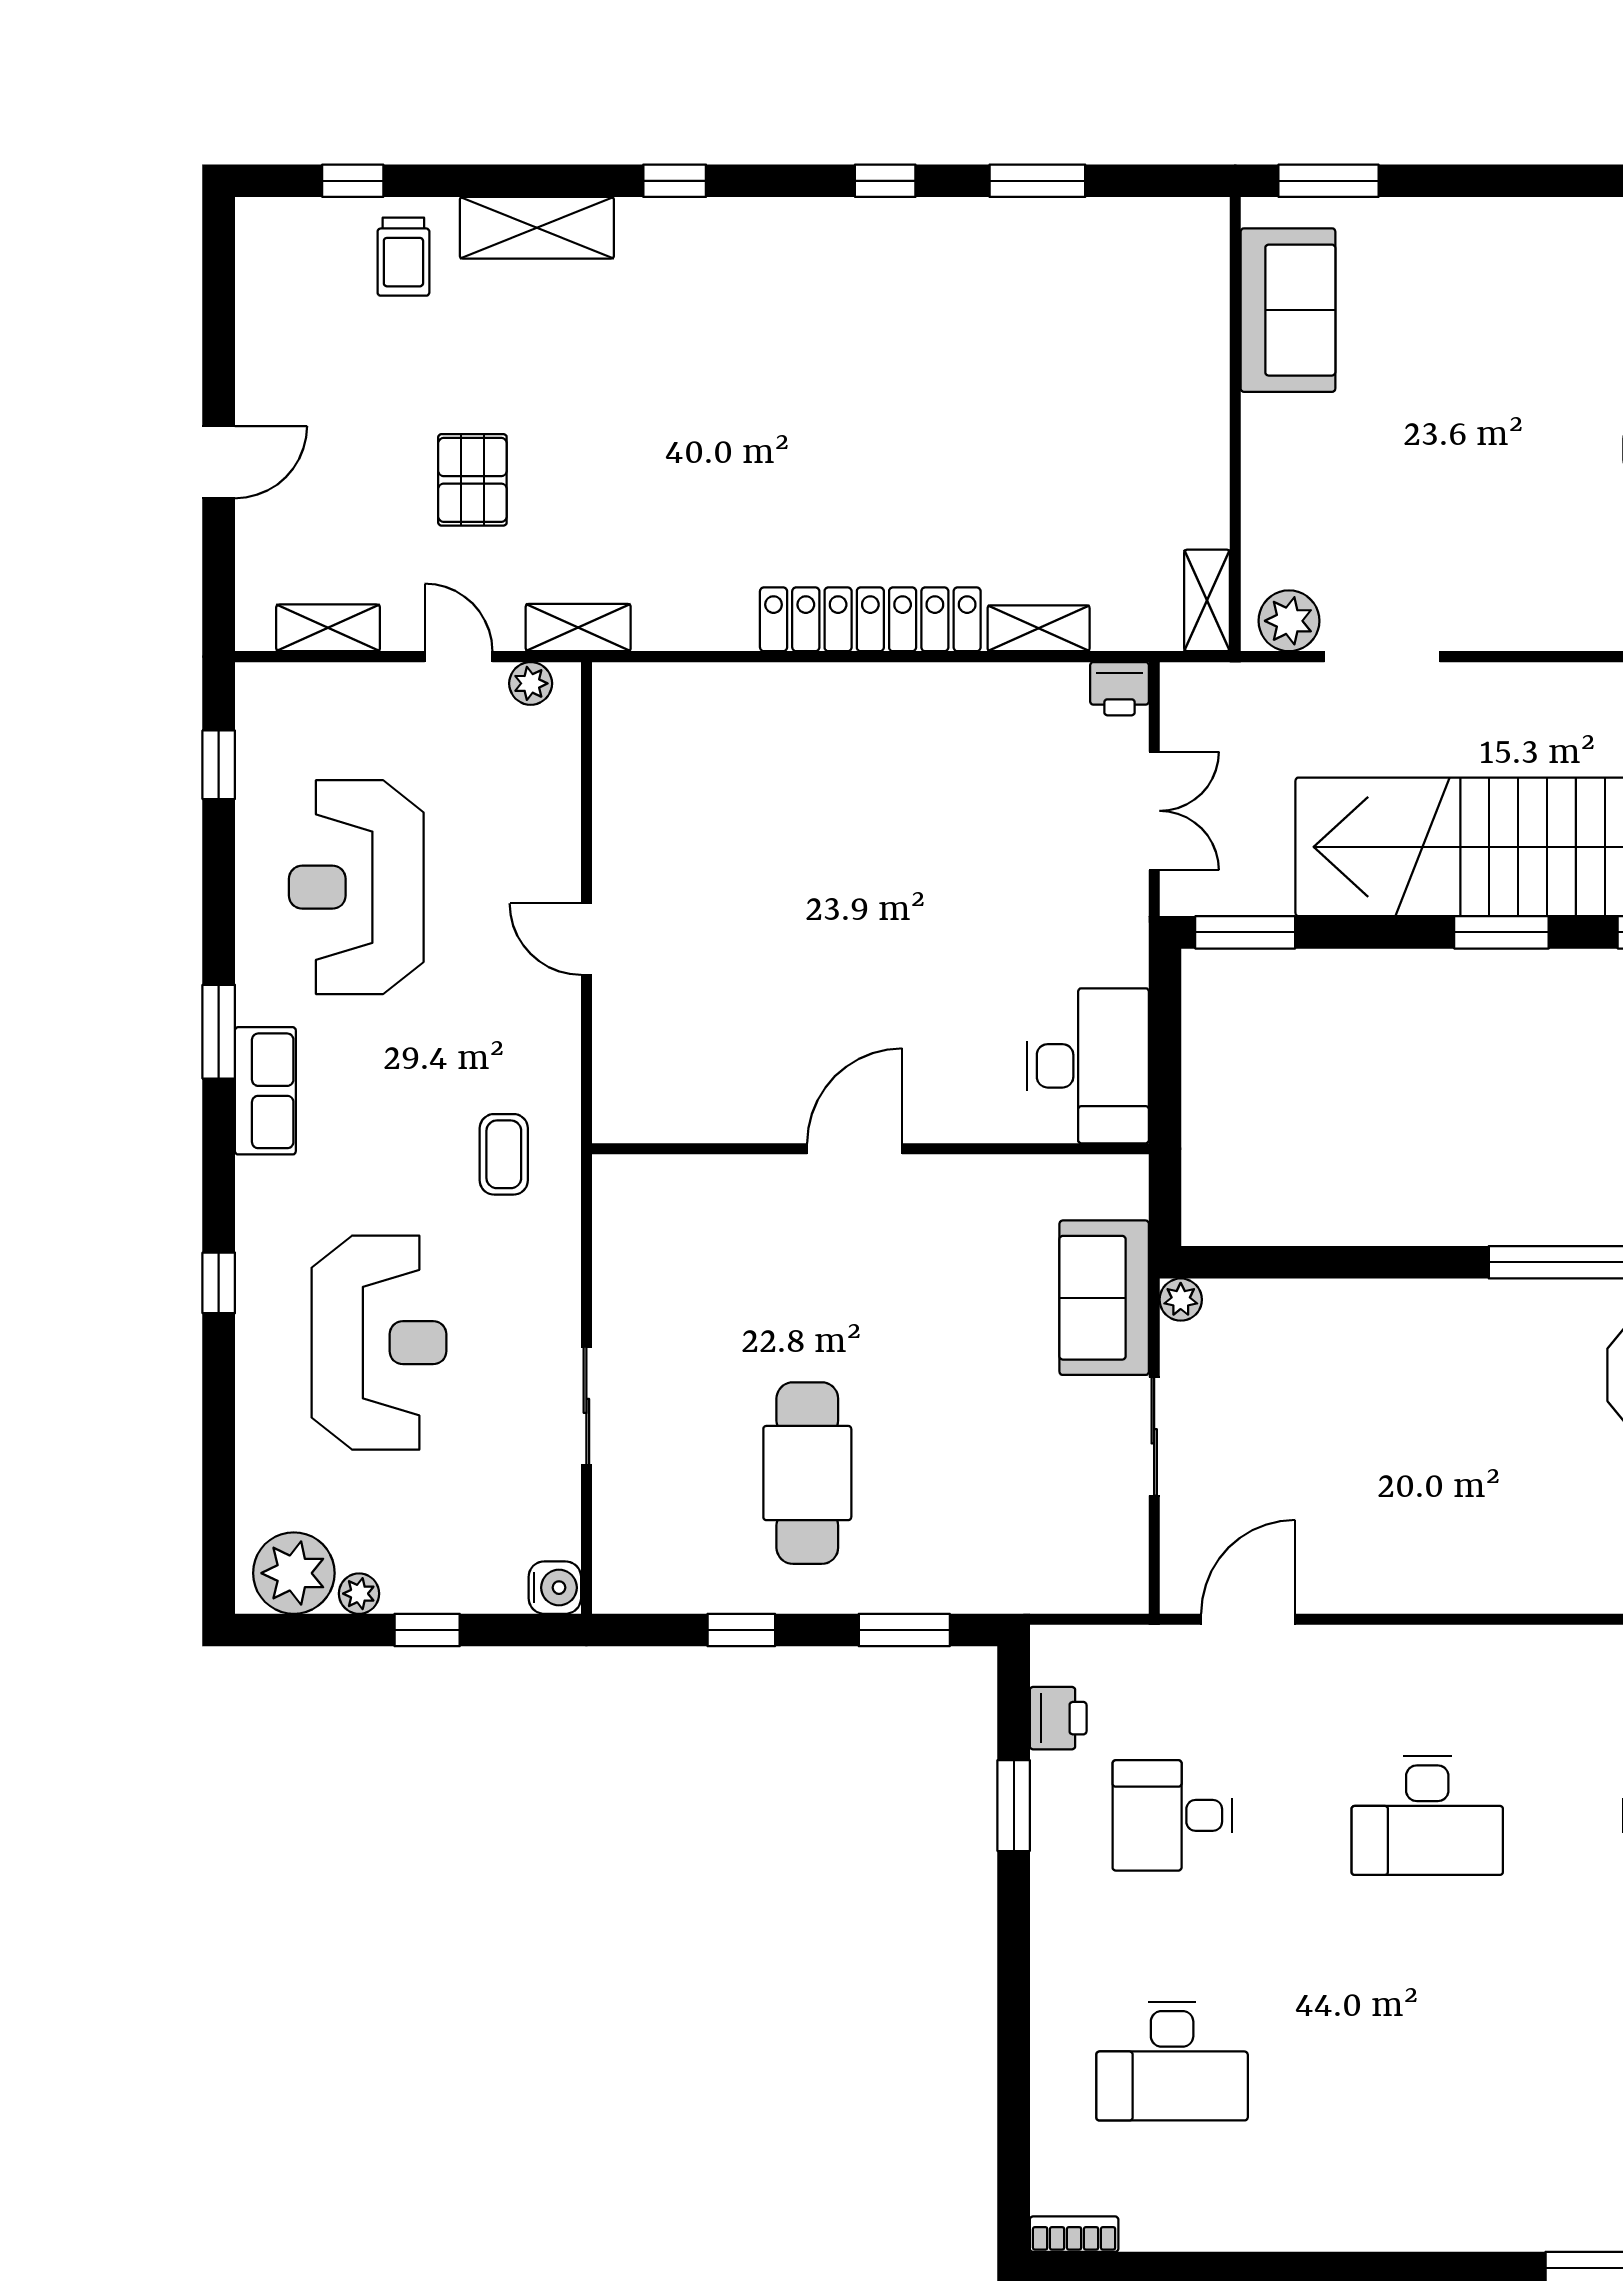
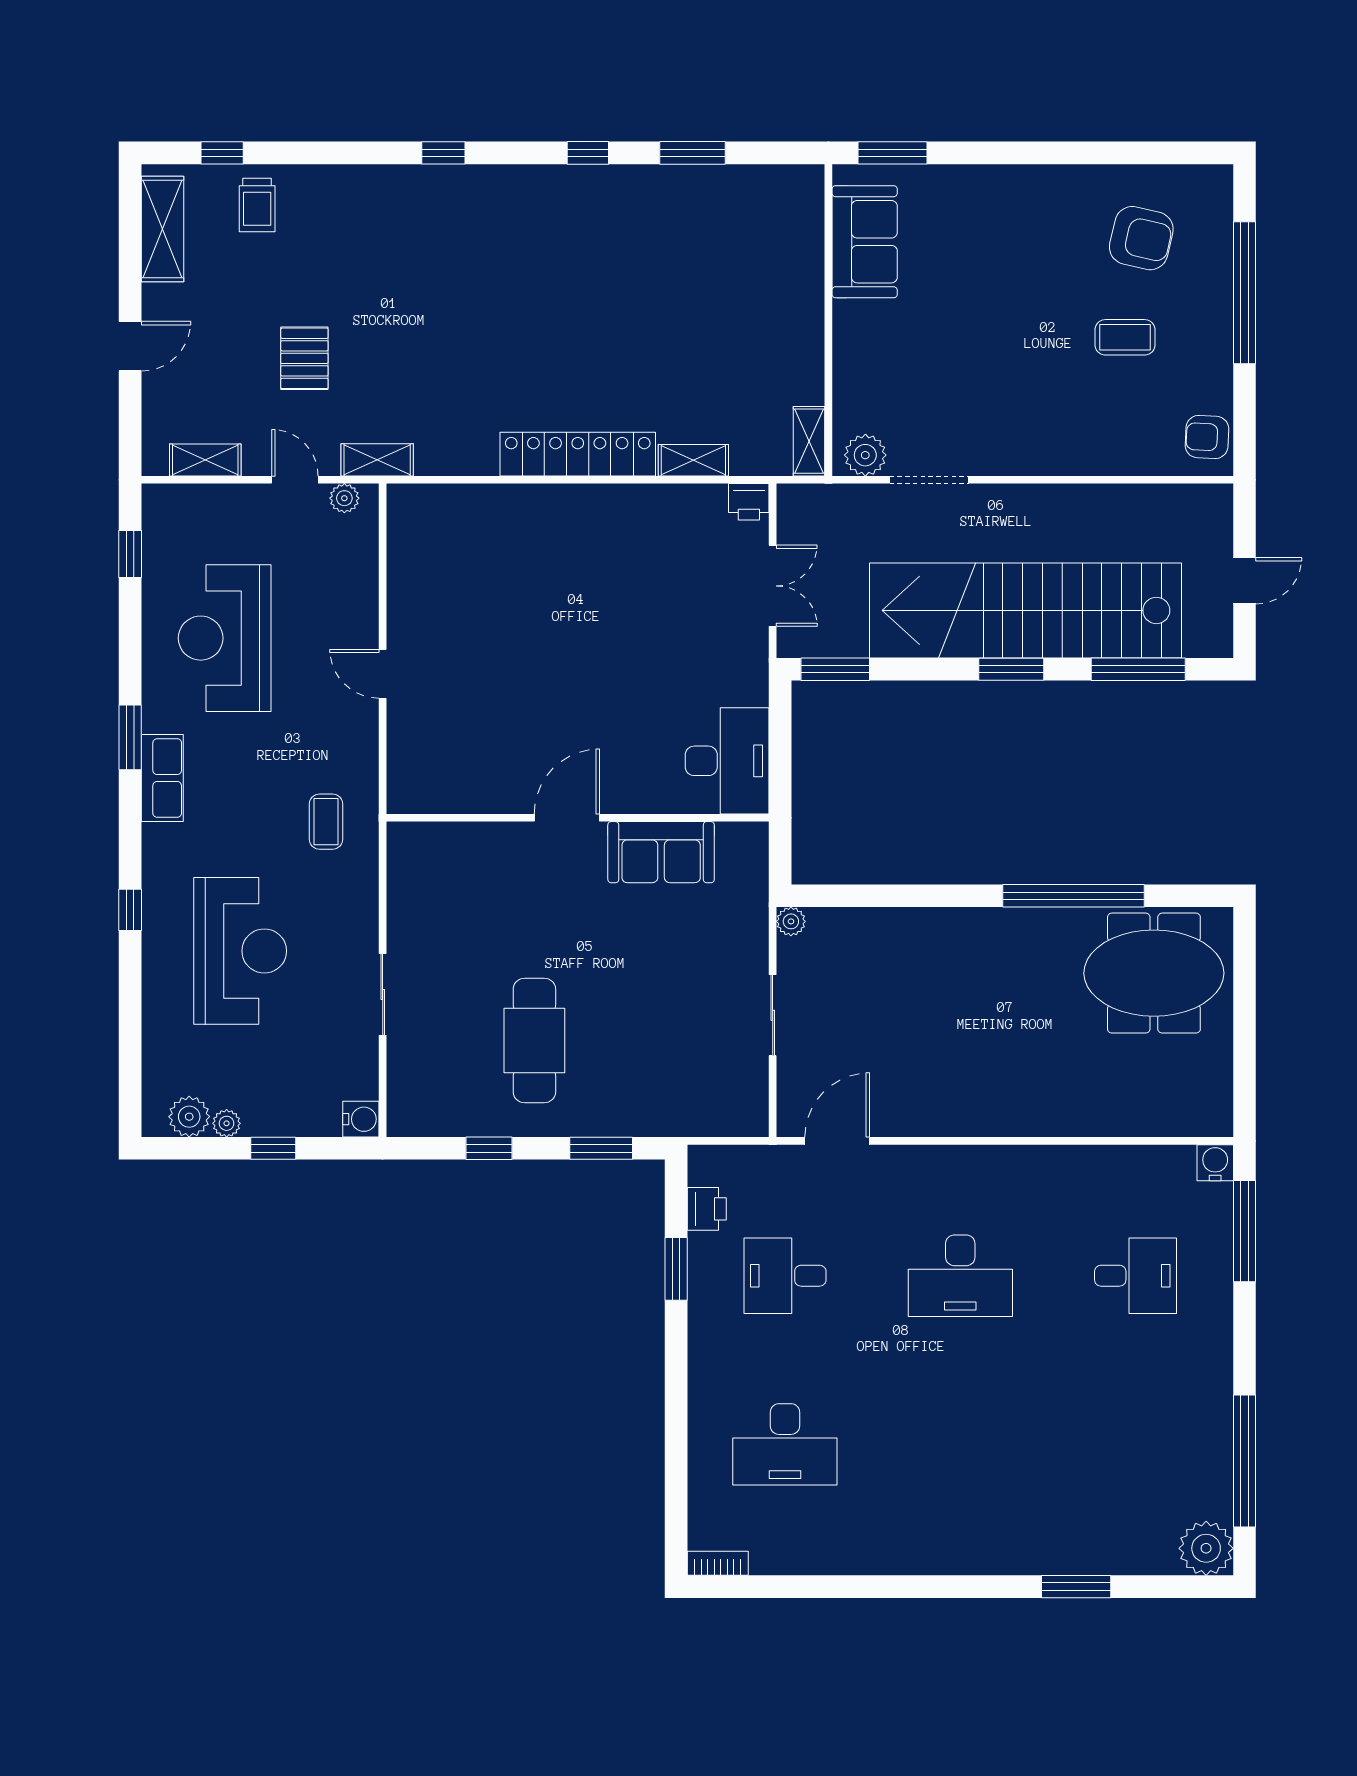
shelving: (537, 228) -> (162, 229), moved, turned 90
sofa: (1104, 1298) -> (661, 852), moved, turned -90
plant: (294, 1573) -> (189, 1117), width x0.73, depth x0.73

